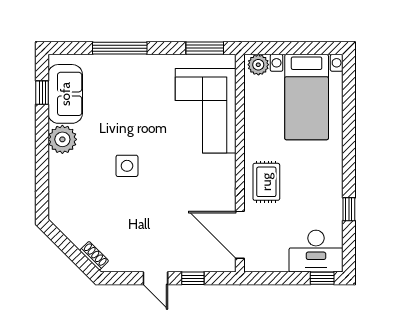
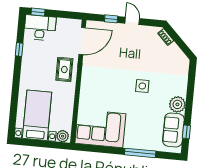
window: (205, 48) -> (92, 148), removed
corner sofa: (206, 111) -> (100, 128), moved, turned -90
door: (240, 235) -> (82, 41), hinge flipped

